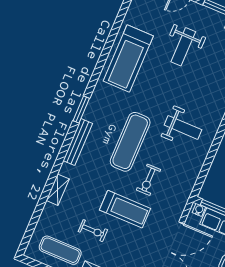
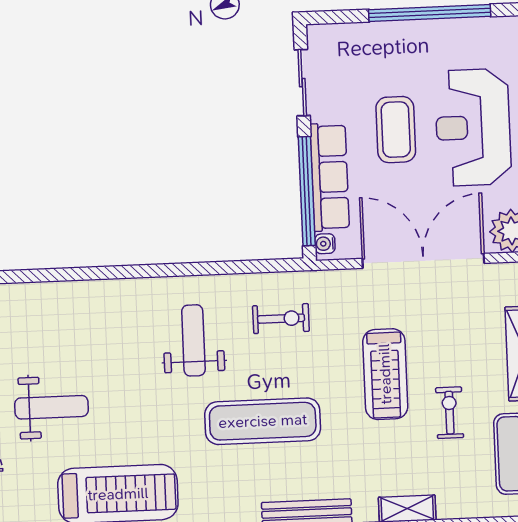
exercise bike: (149, 180) -> (281, 319), moved
treadmill: (125, 209) -> (385, 374), turned 180

